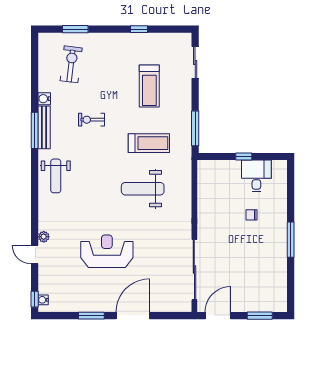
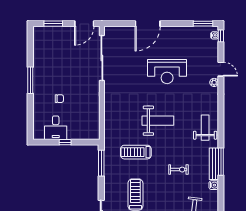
weight bench: (143, 189) -> (158, 121), moved
window: (91, 316) -> (203, 24), moved

